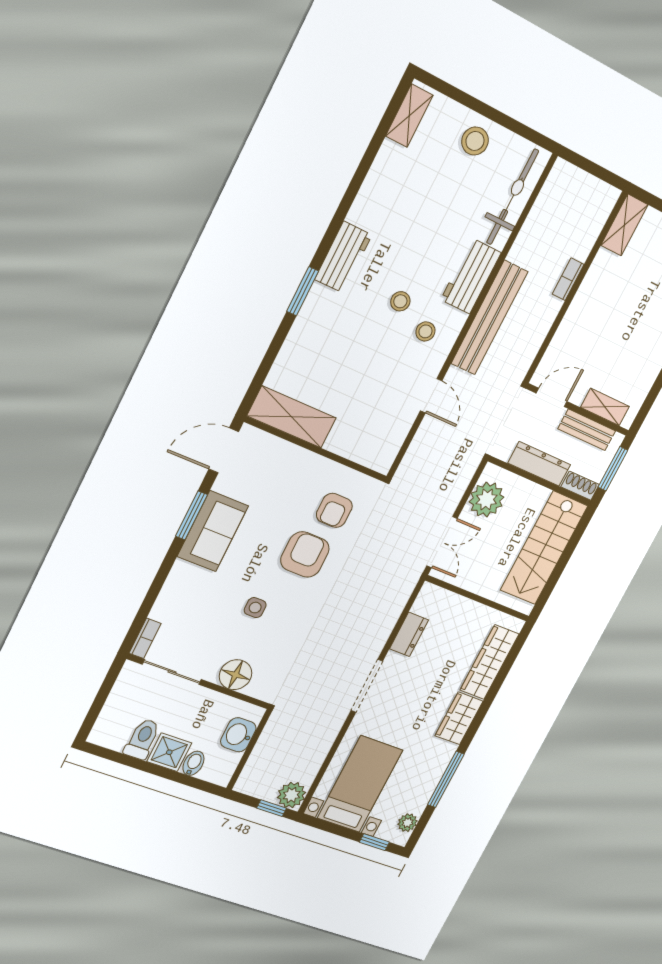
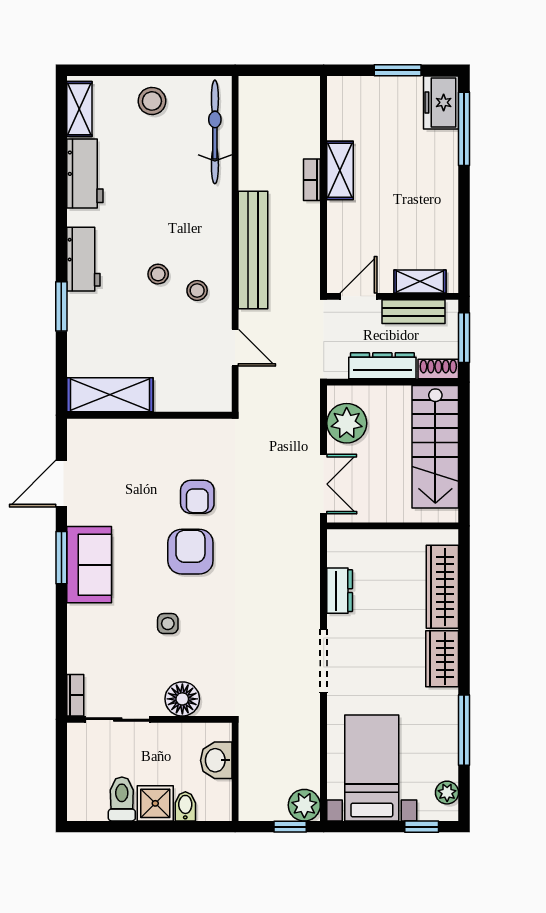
shelving: (624, 225) -> (340, 170), moved
workbench: (471, 276) -> (85, 174), moved, turned 180
shelving: (292, 417) -> (110, 395), moved
wall: (316, 449) -> (149, 415), moved

